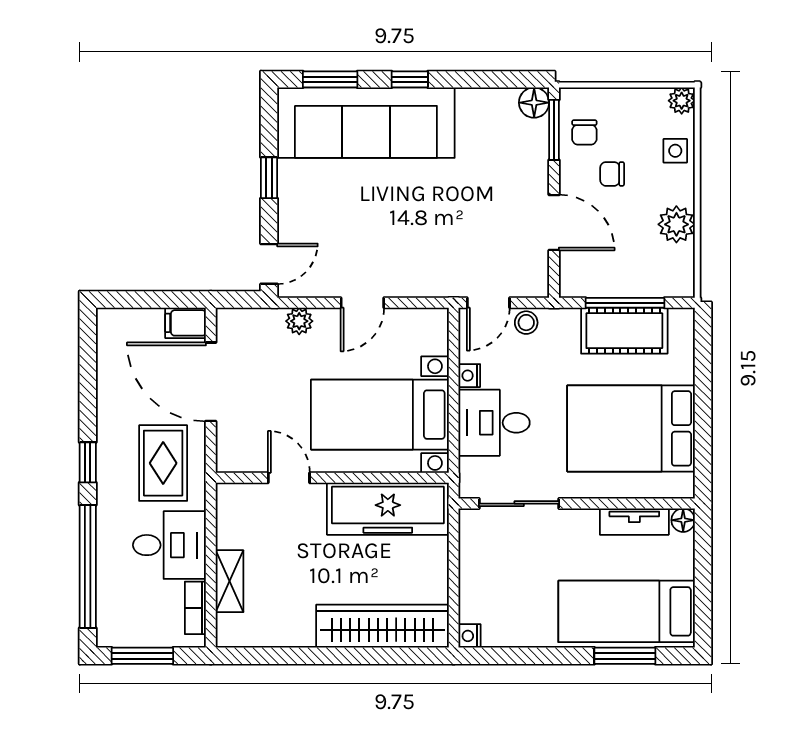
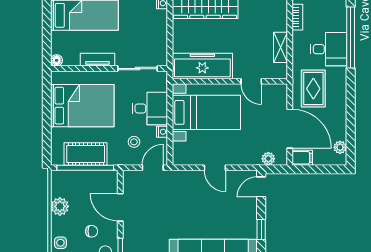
door: (362, 303) -> (215, 168), swing flipped
window: (625, 303) -> (85, 168), width x1.46
plant: (299, 321) -> (268, 159), moved
stool: (526, 323) -> (134, 142), moved
plant: (109, 344) -> (340, 147), added
window: (88, 462) -> (351, 89), removed
tv unit: (634, 522) -> (97, 60), moved
desk: (169, 545) -> (329, 49), moved, turned 180
shelving: (230, 581) -> (281, 47), moved

